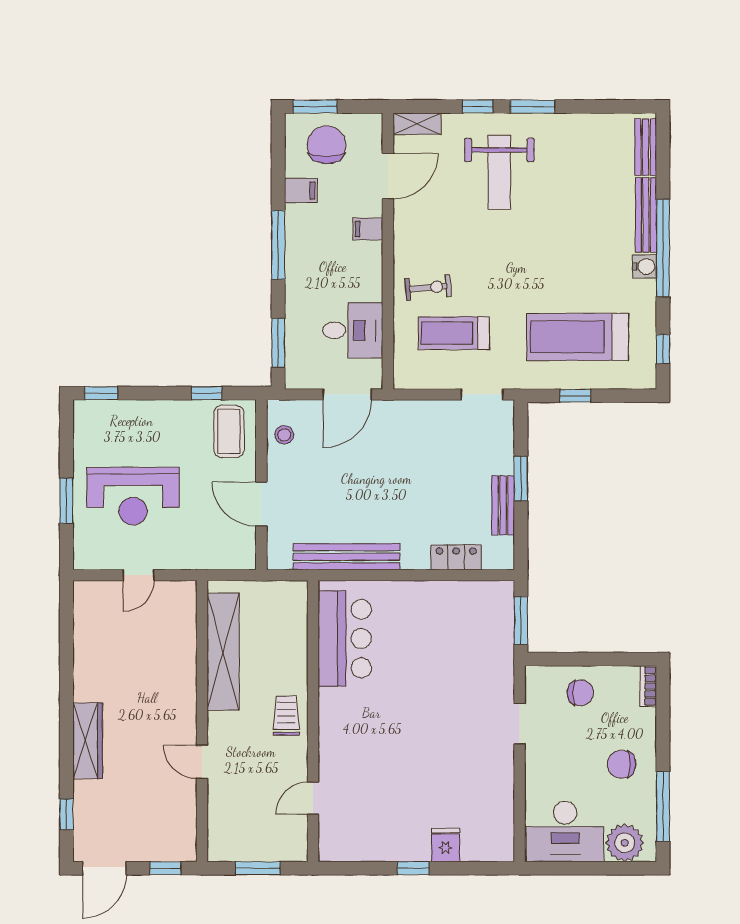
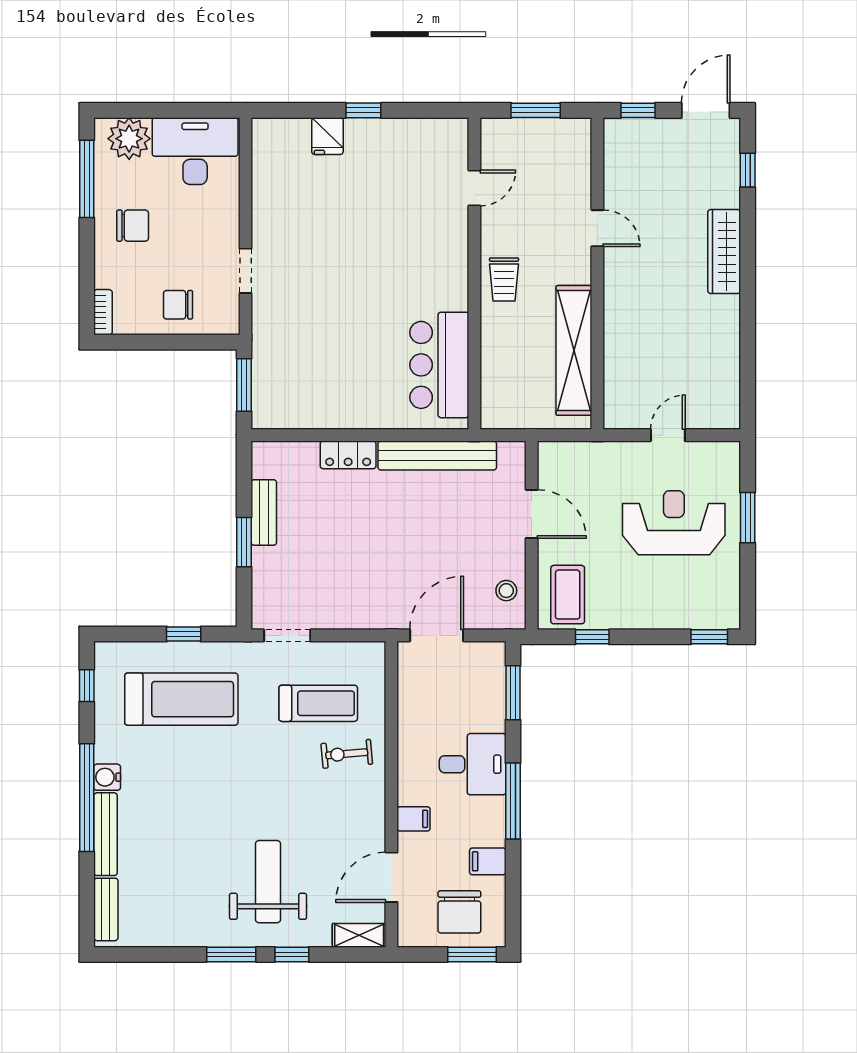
desk: (353, 330) -> (473, 764), moved, turned 180
locker: (456, 557) -> (348, 455), moved

